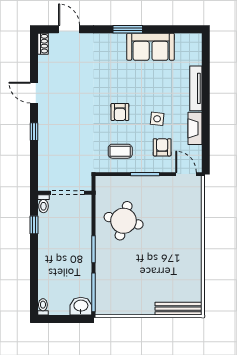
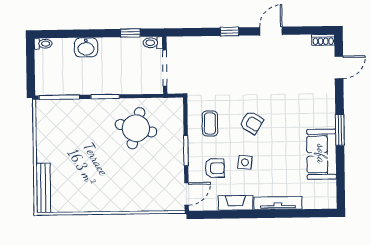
armchair: (120, 112) -> (252, 123), turned -148
washbasin: (81, 306) -> (86, 47), moved, turned 90

